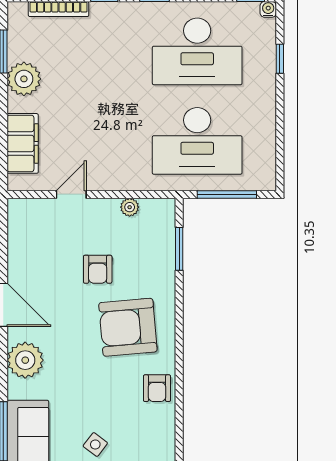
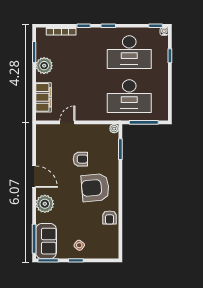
plant: (130, 207) -> (114, 129), moved
armchair: (98, 269) -> (80, 159), turned -90

